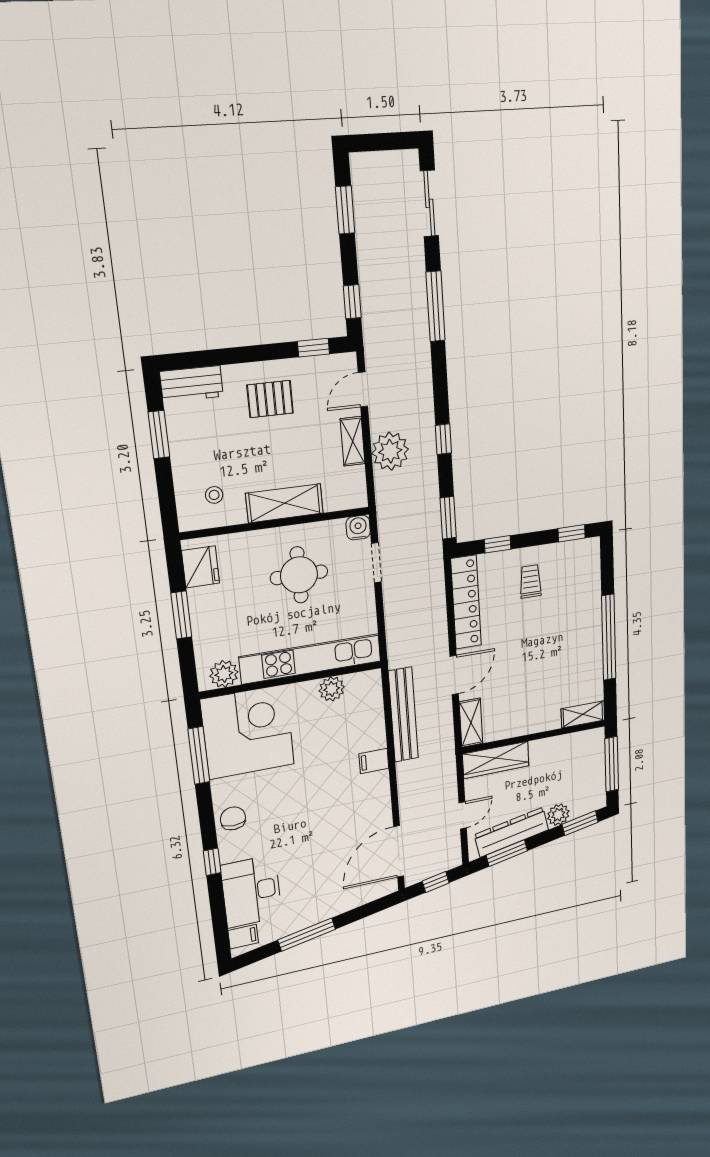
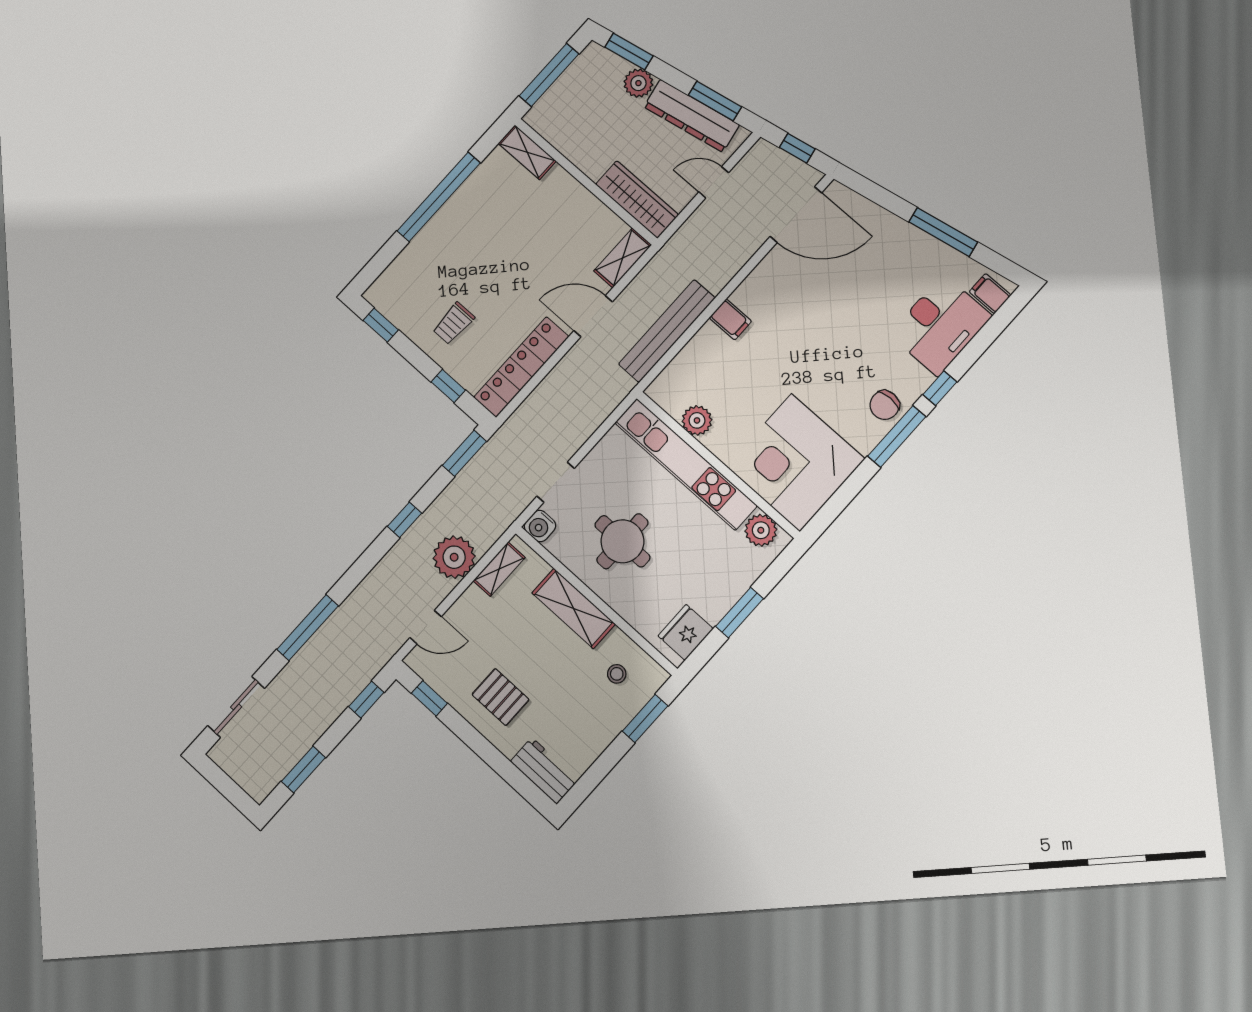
window: (159, 435) -> (645, 719), moved
shelving: (353, 441) -> (499, 569), moved
window: (199, 755) -> (897, 436), moved

